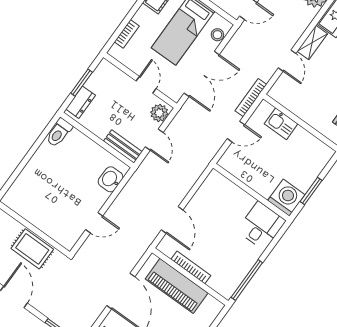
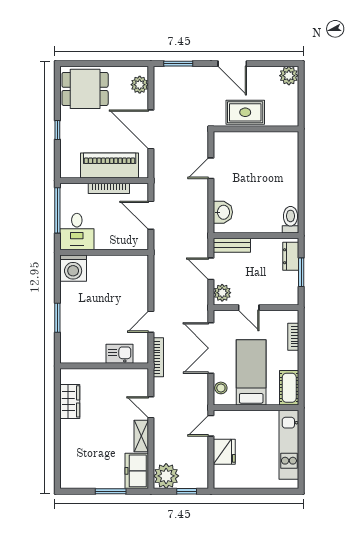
wall: (251, 192) -> (104, 252), moved
washing machine: (286, 198) -> (73, 268), moved
desk: (261, 226) -> (77, 232), moved

